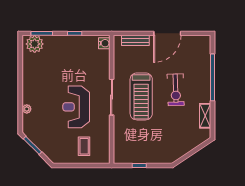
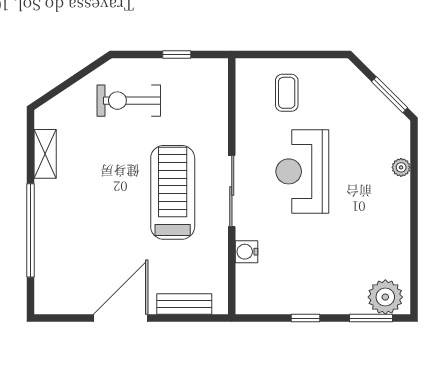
water cooler: (104, 43) -> (246, 252), moved
exercise bike: (176, 90) -> (129, 101), moved, turned -88
reception desk: (76, 107) -> (302, 171), turned 180

